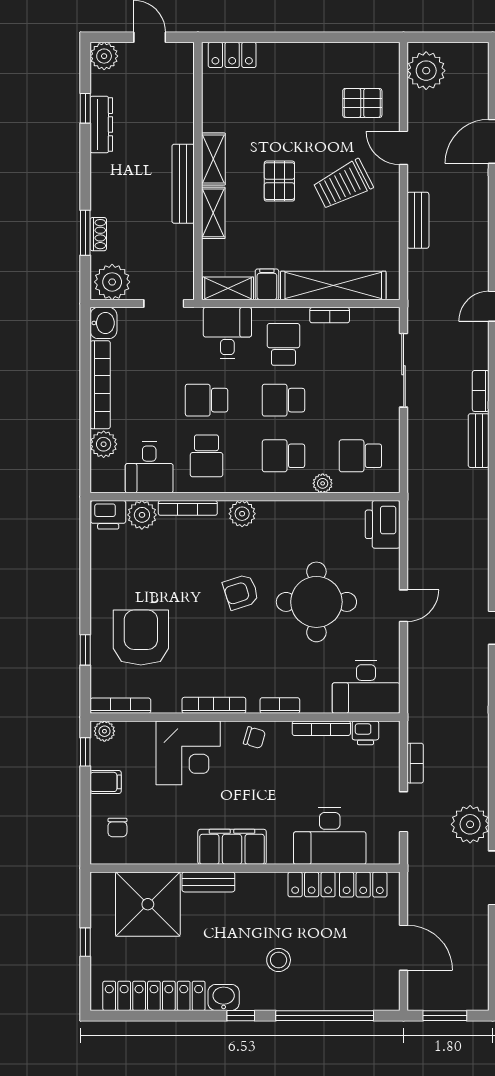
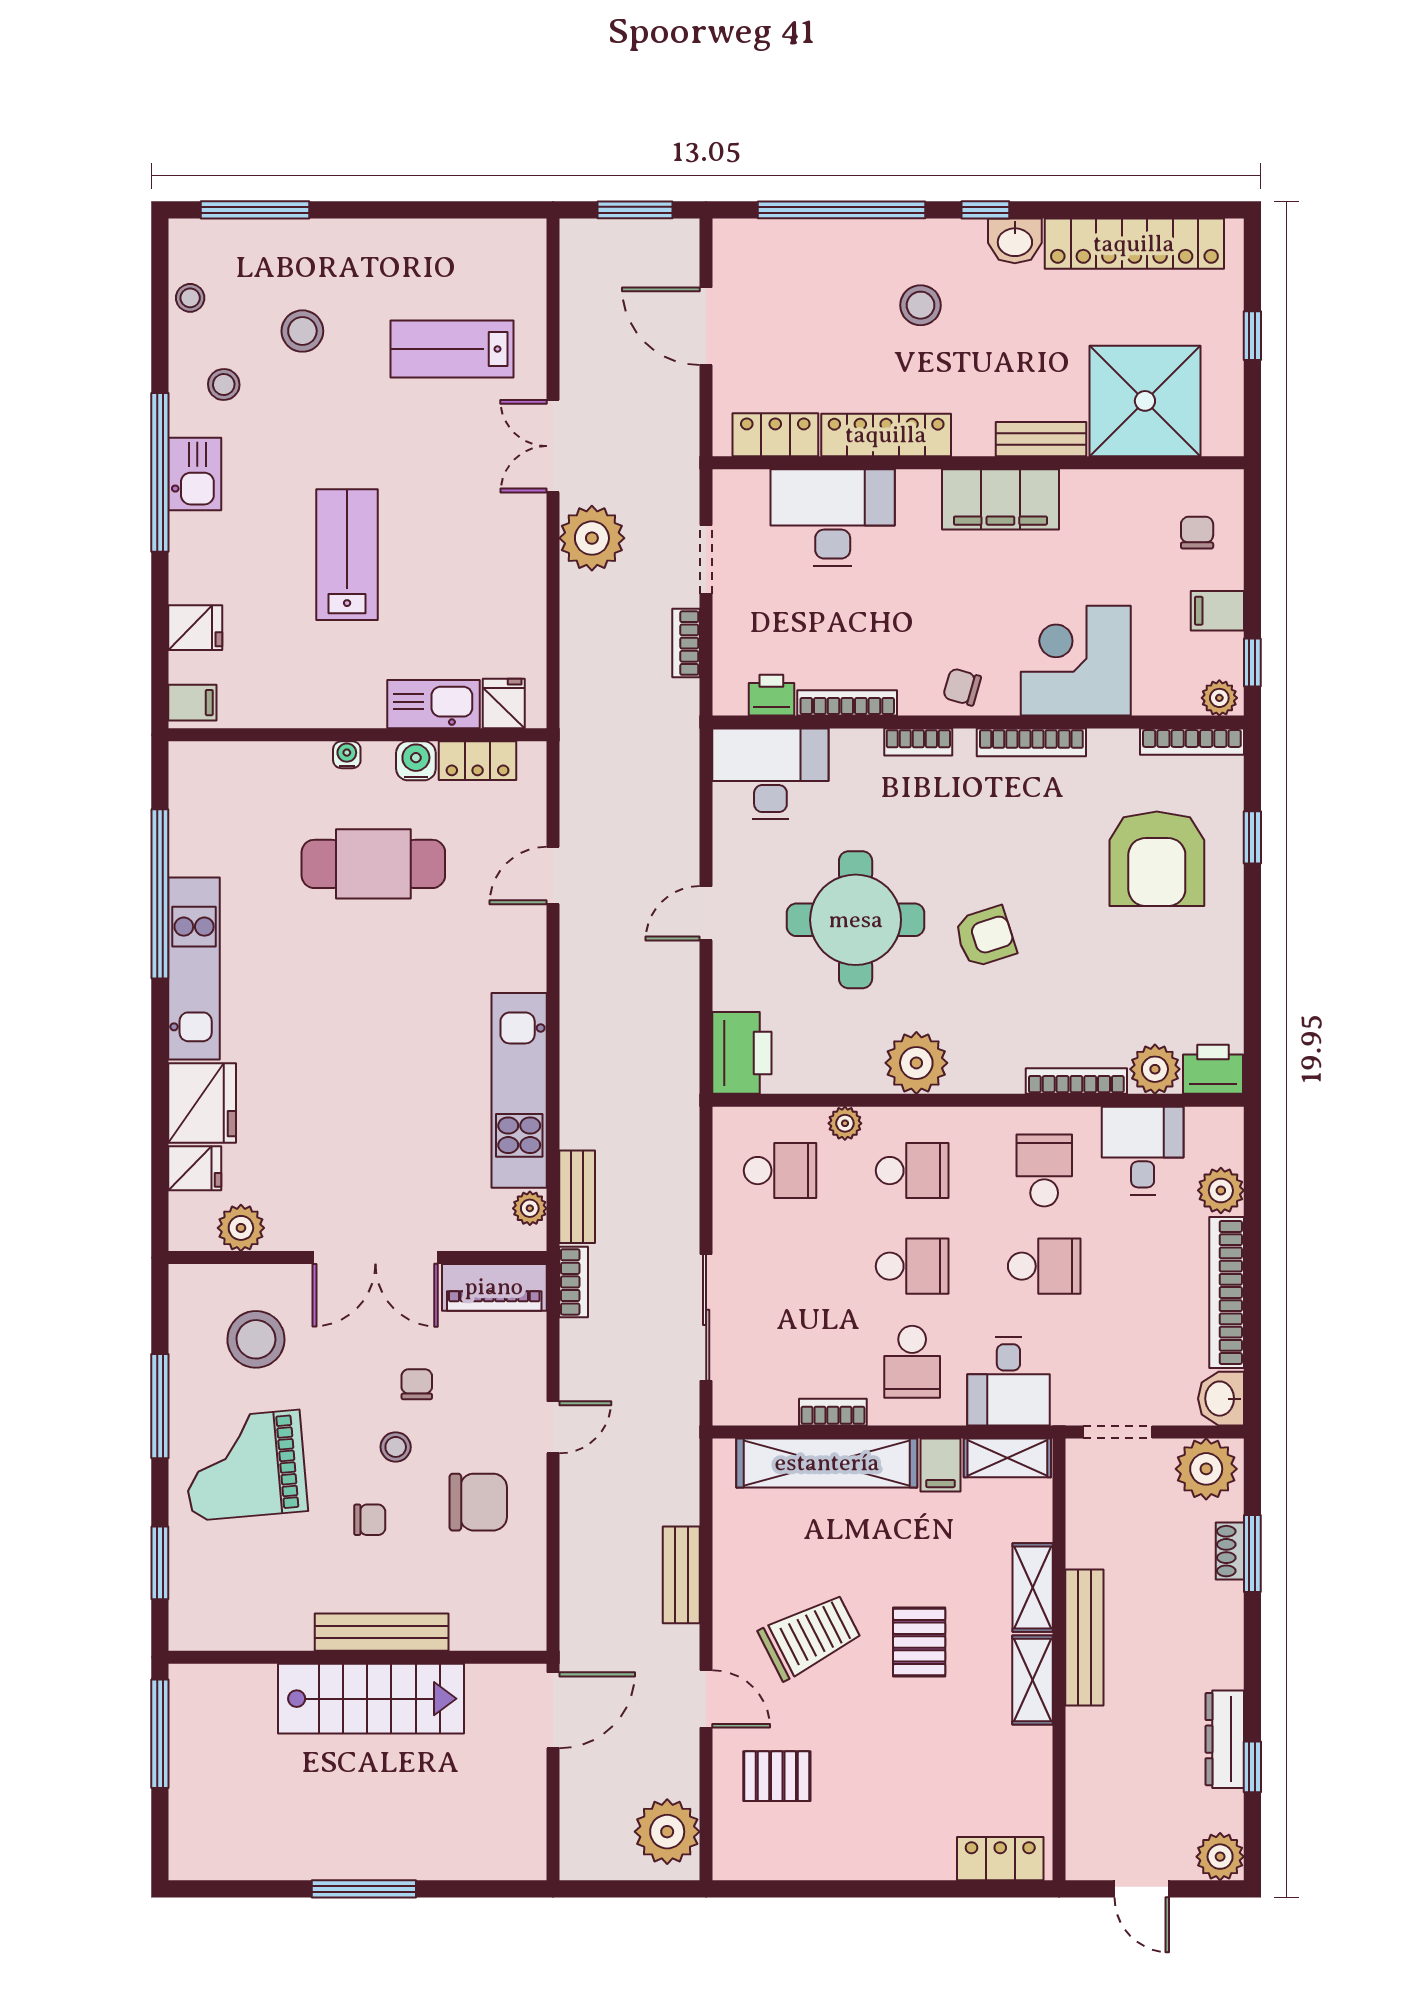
plant: (242, 514) -> (916, 1063), moved, width x1.36, depth x1.36
locker: (312, 884) -> (886, 435), width x1.53

